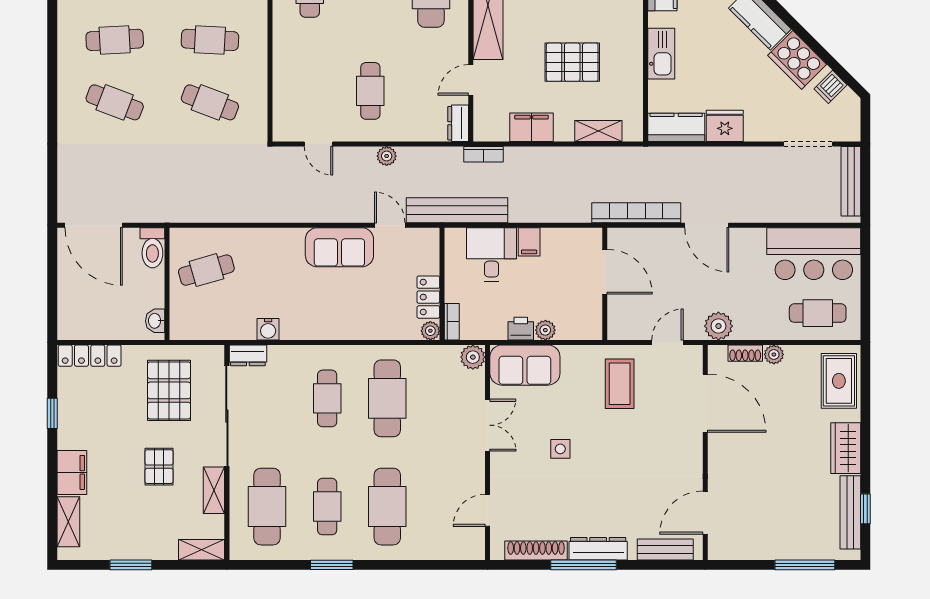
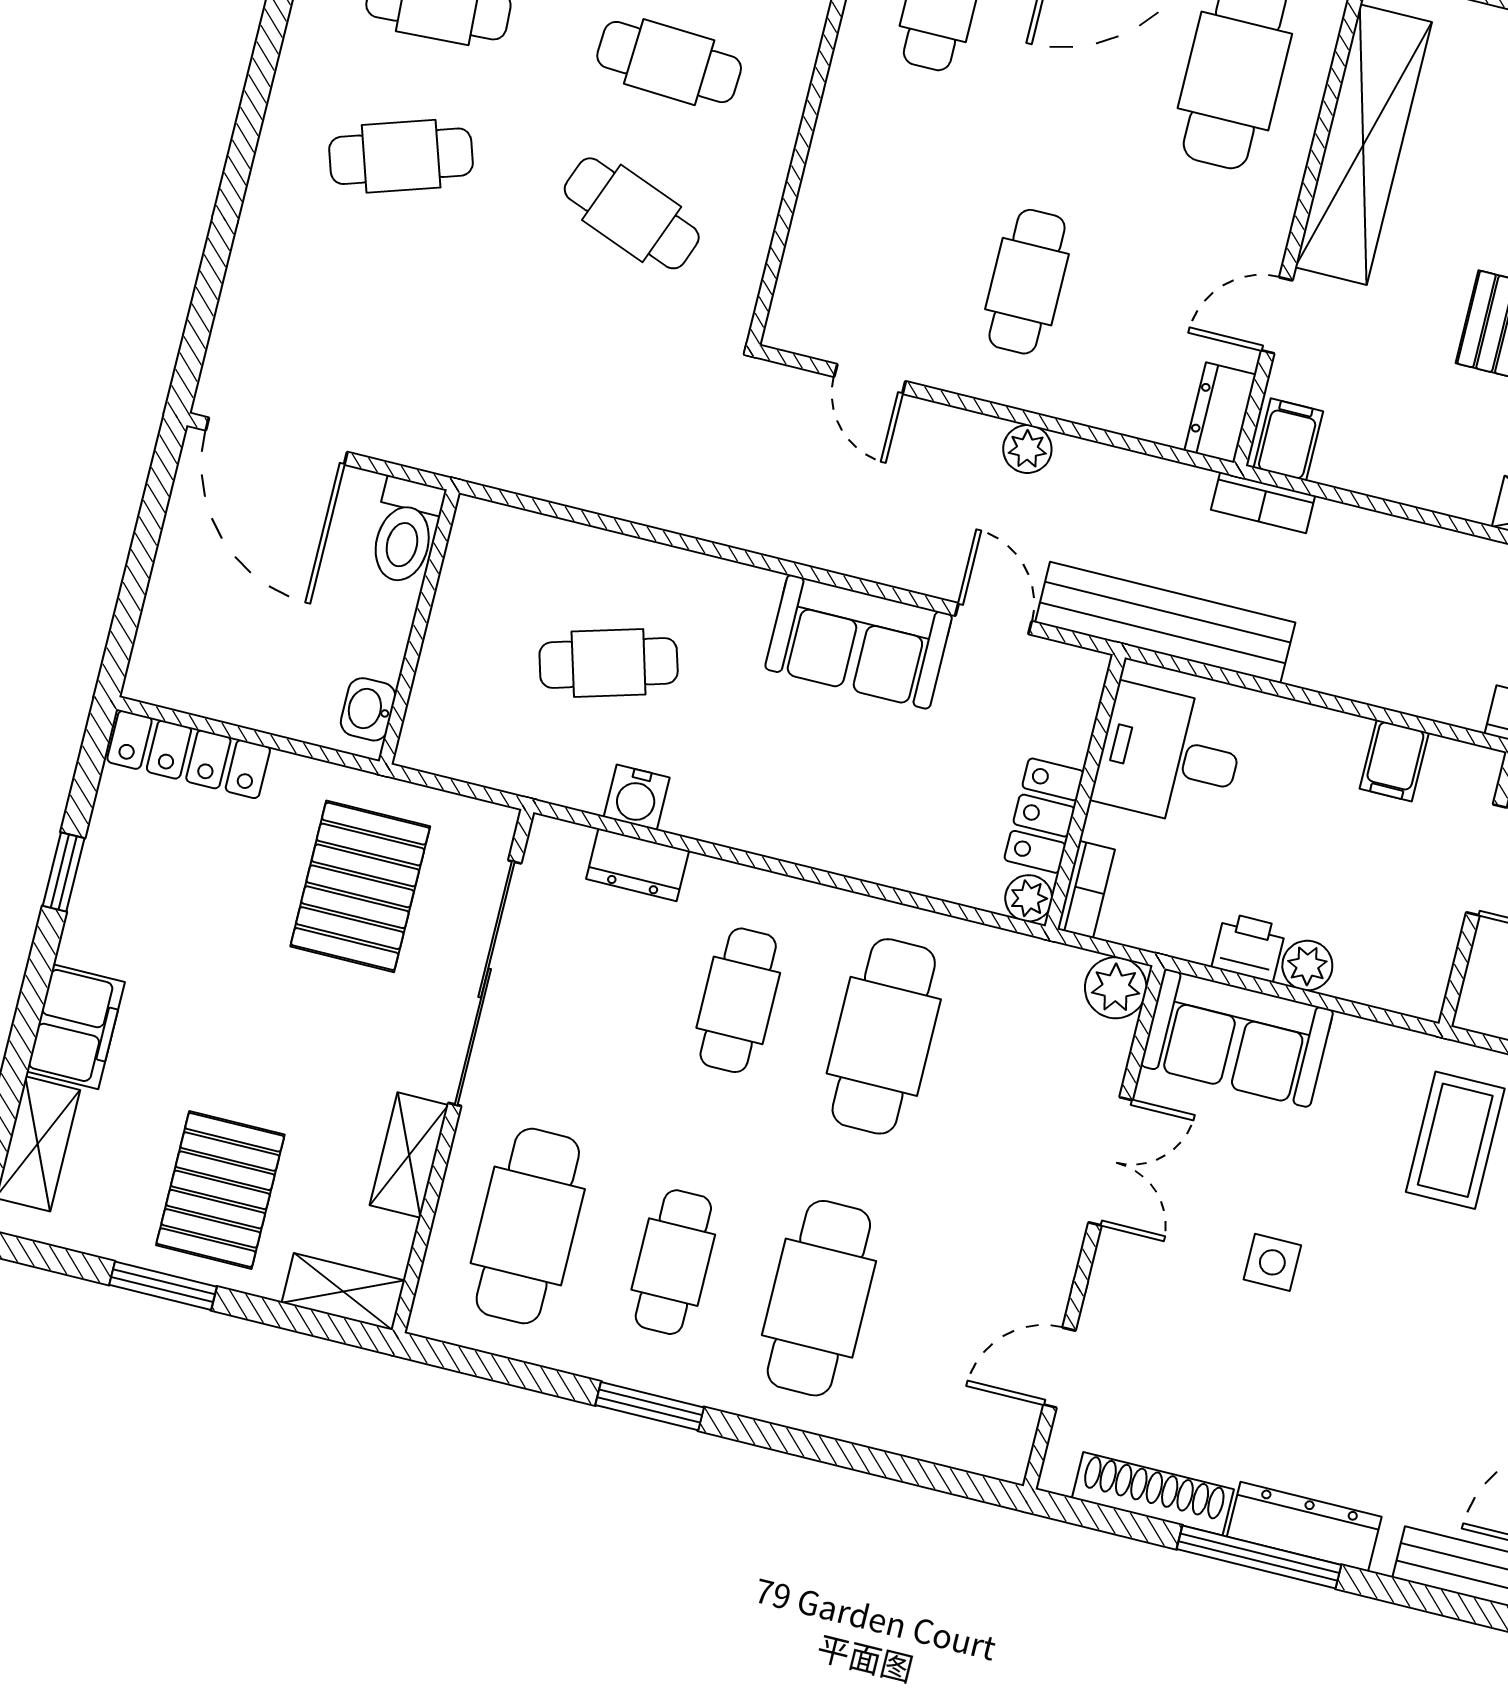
cafe table: (115, 102) -> (401, 156), turned -39
filing cabinet: (531, 127) -> (1288, 439), moved, width x0.50
filing cabinet: (529, 242) -> (1394, 761), moved
desk: (492, 255) -> (1169, 756), moved, turned -90
cafe table: (206, 270) -> (609, 663), moved
dresser: (248, 355) -> (638, 865), moved
pallet: (159, 467) -> (220, 1190), moved, width x1.50, depth x1.42

